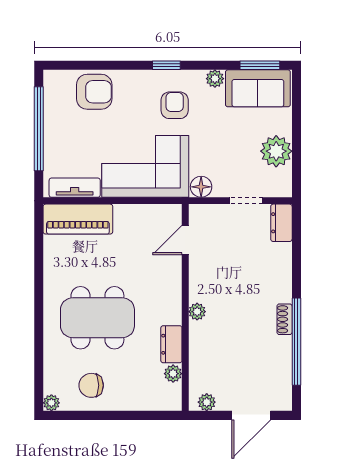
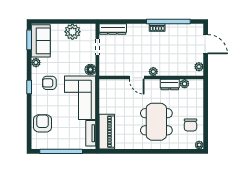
dresser: (281, 223) -> (113, 29), width x1.44
door: (185, 240) -> (137, 78), moved

